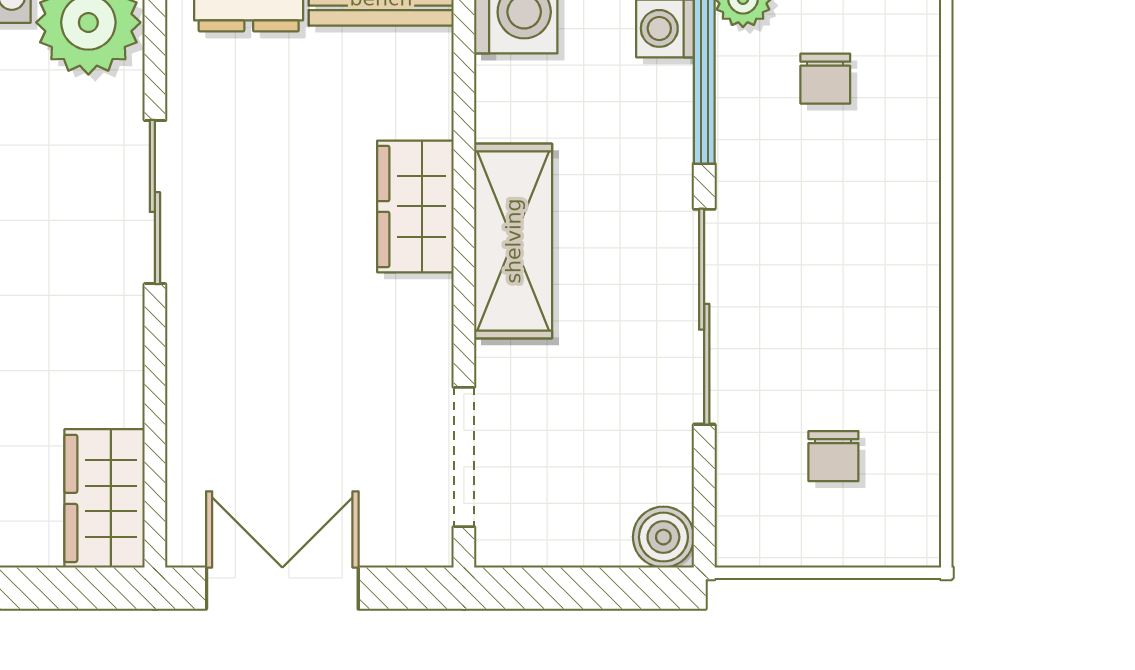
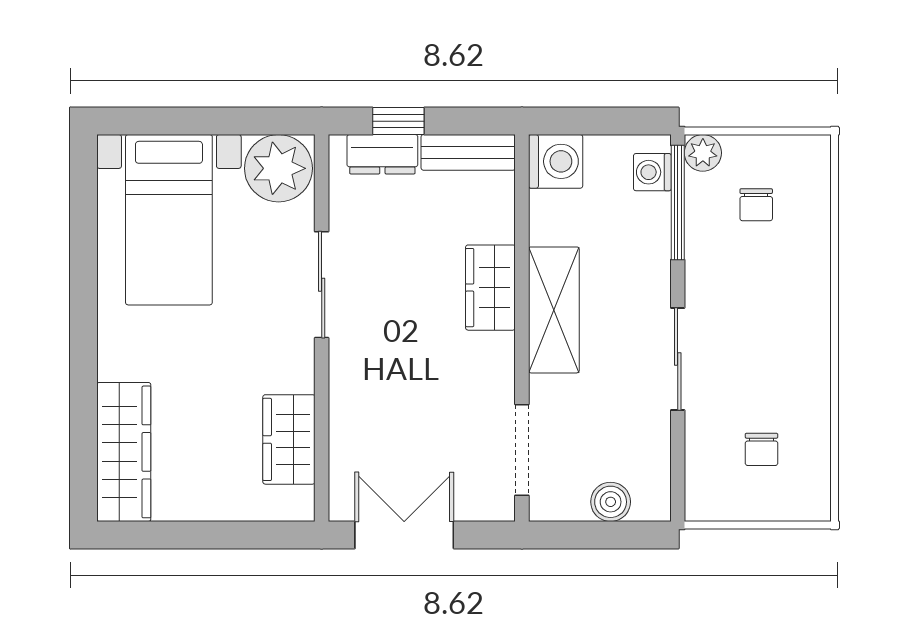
sliding door: (704, 317) -> (678, 359), width x0.73
wardrobe: (105, 498) -> (289, 439), moved
boiler: (663, 537) -> (611, 502), moved

